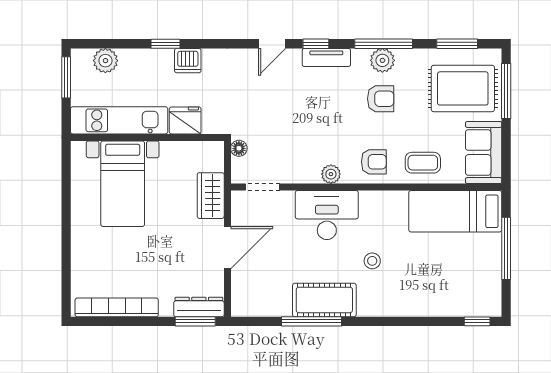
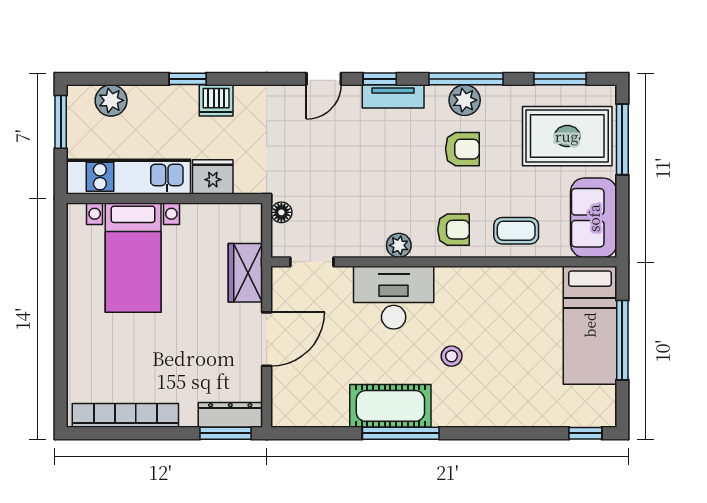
bed: (455, 211) -> (590, 325), moved, turned -90
window: (312, 321) -> (401, 433), moved

